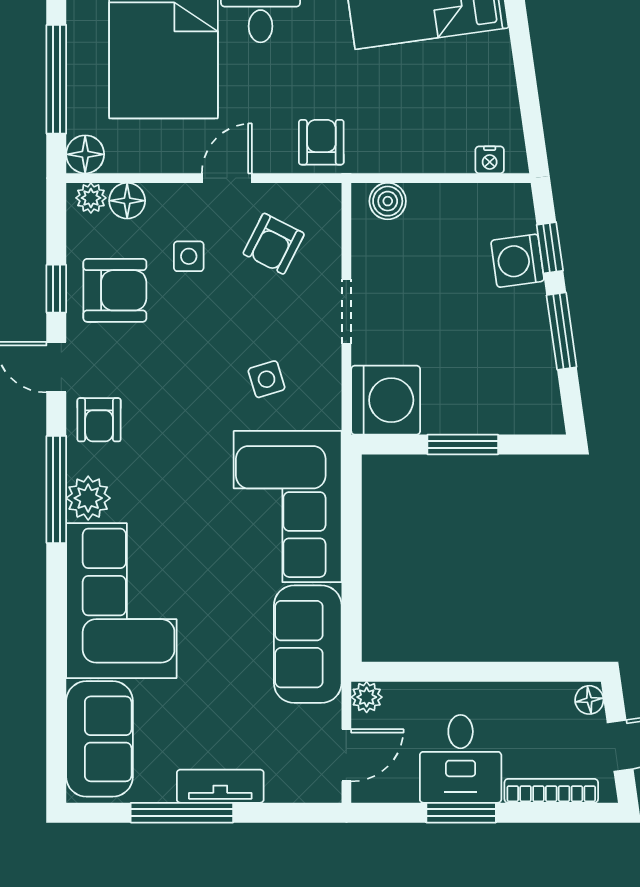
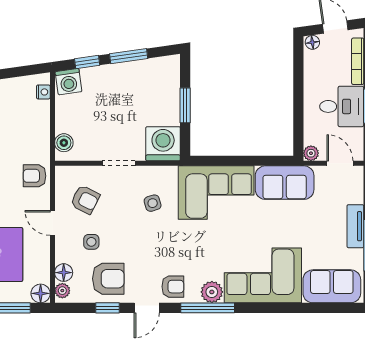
washing machine: (518, 261) -> (68, 82), moved
armchair: (115, 290) -> (108, 279), turned 90

